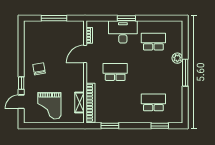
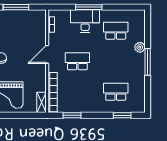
window: (126, 18) -> (89, 7), width x1.44
door: (85, 54) -> (47, 54), moved
shelving: (79, 102) -> (41, 102), moved

